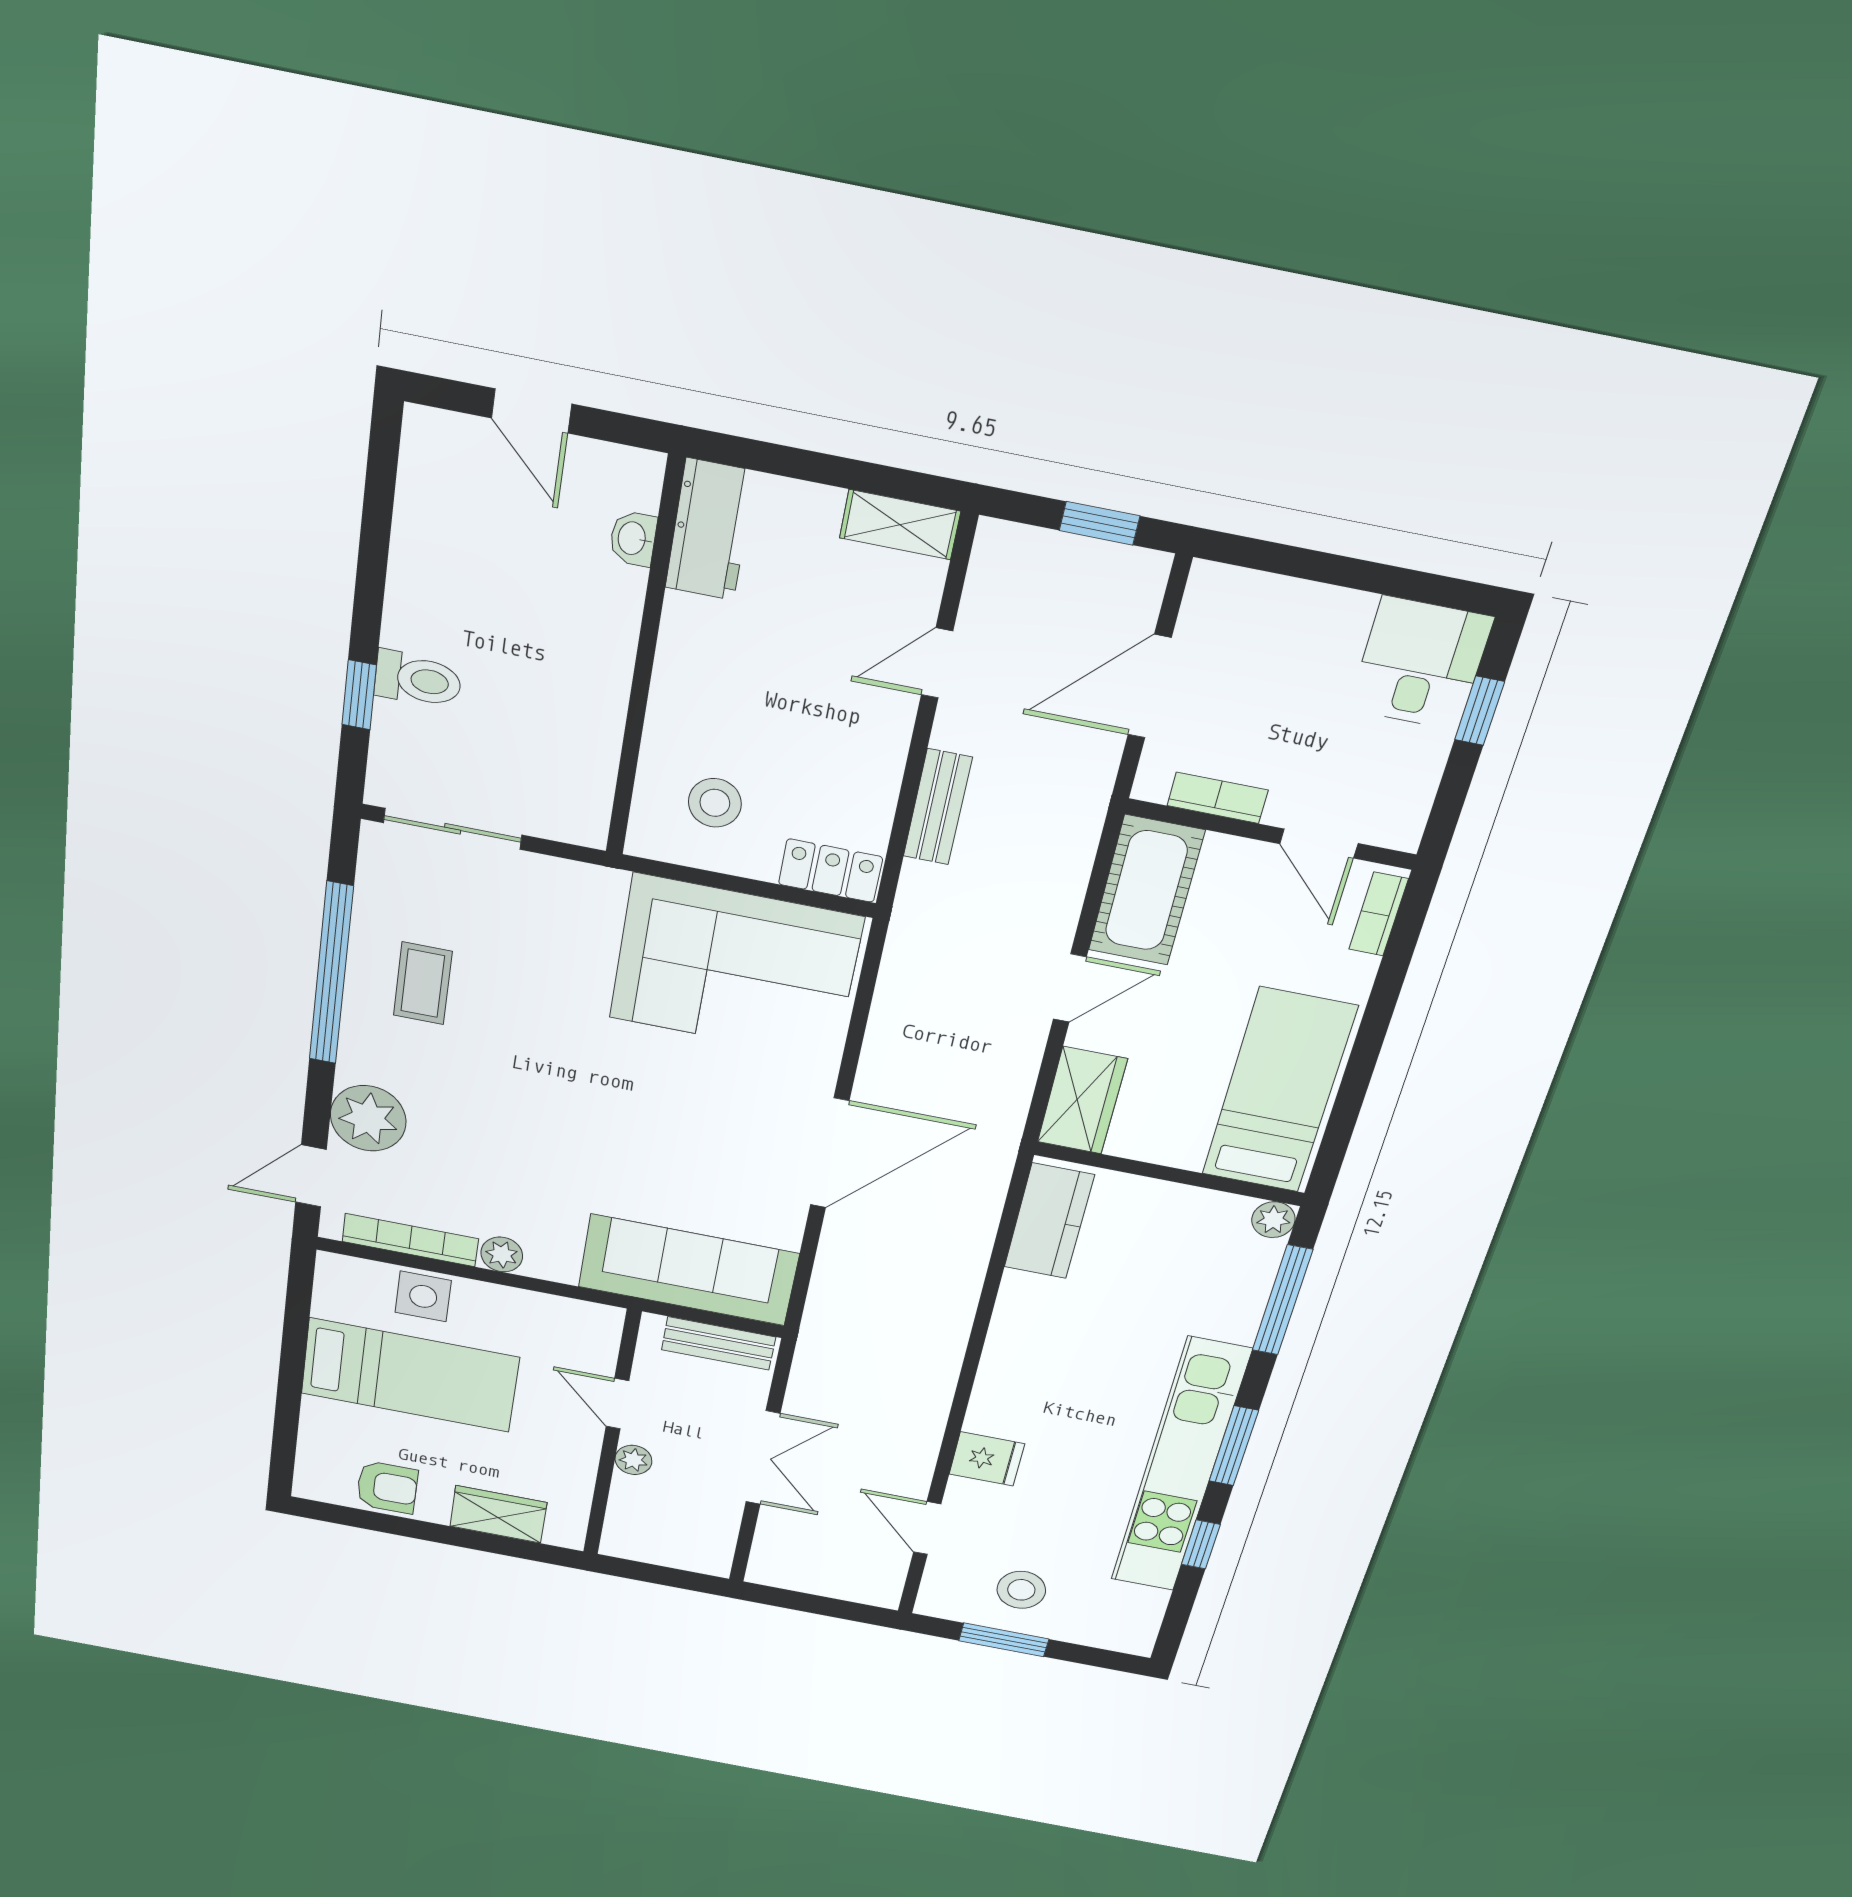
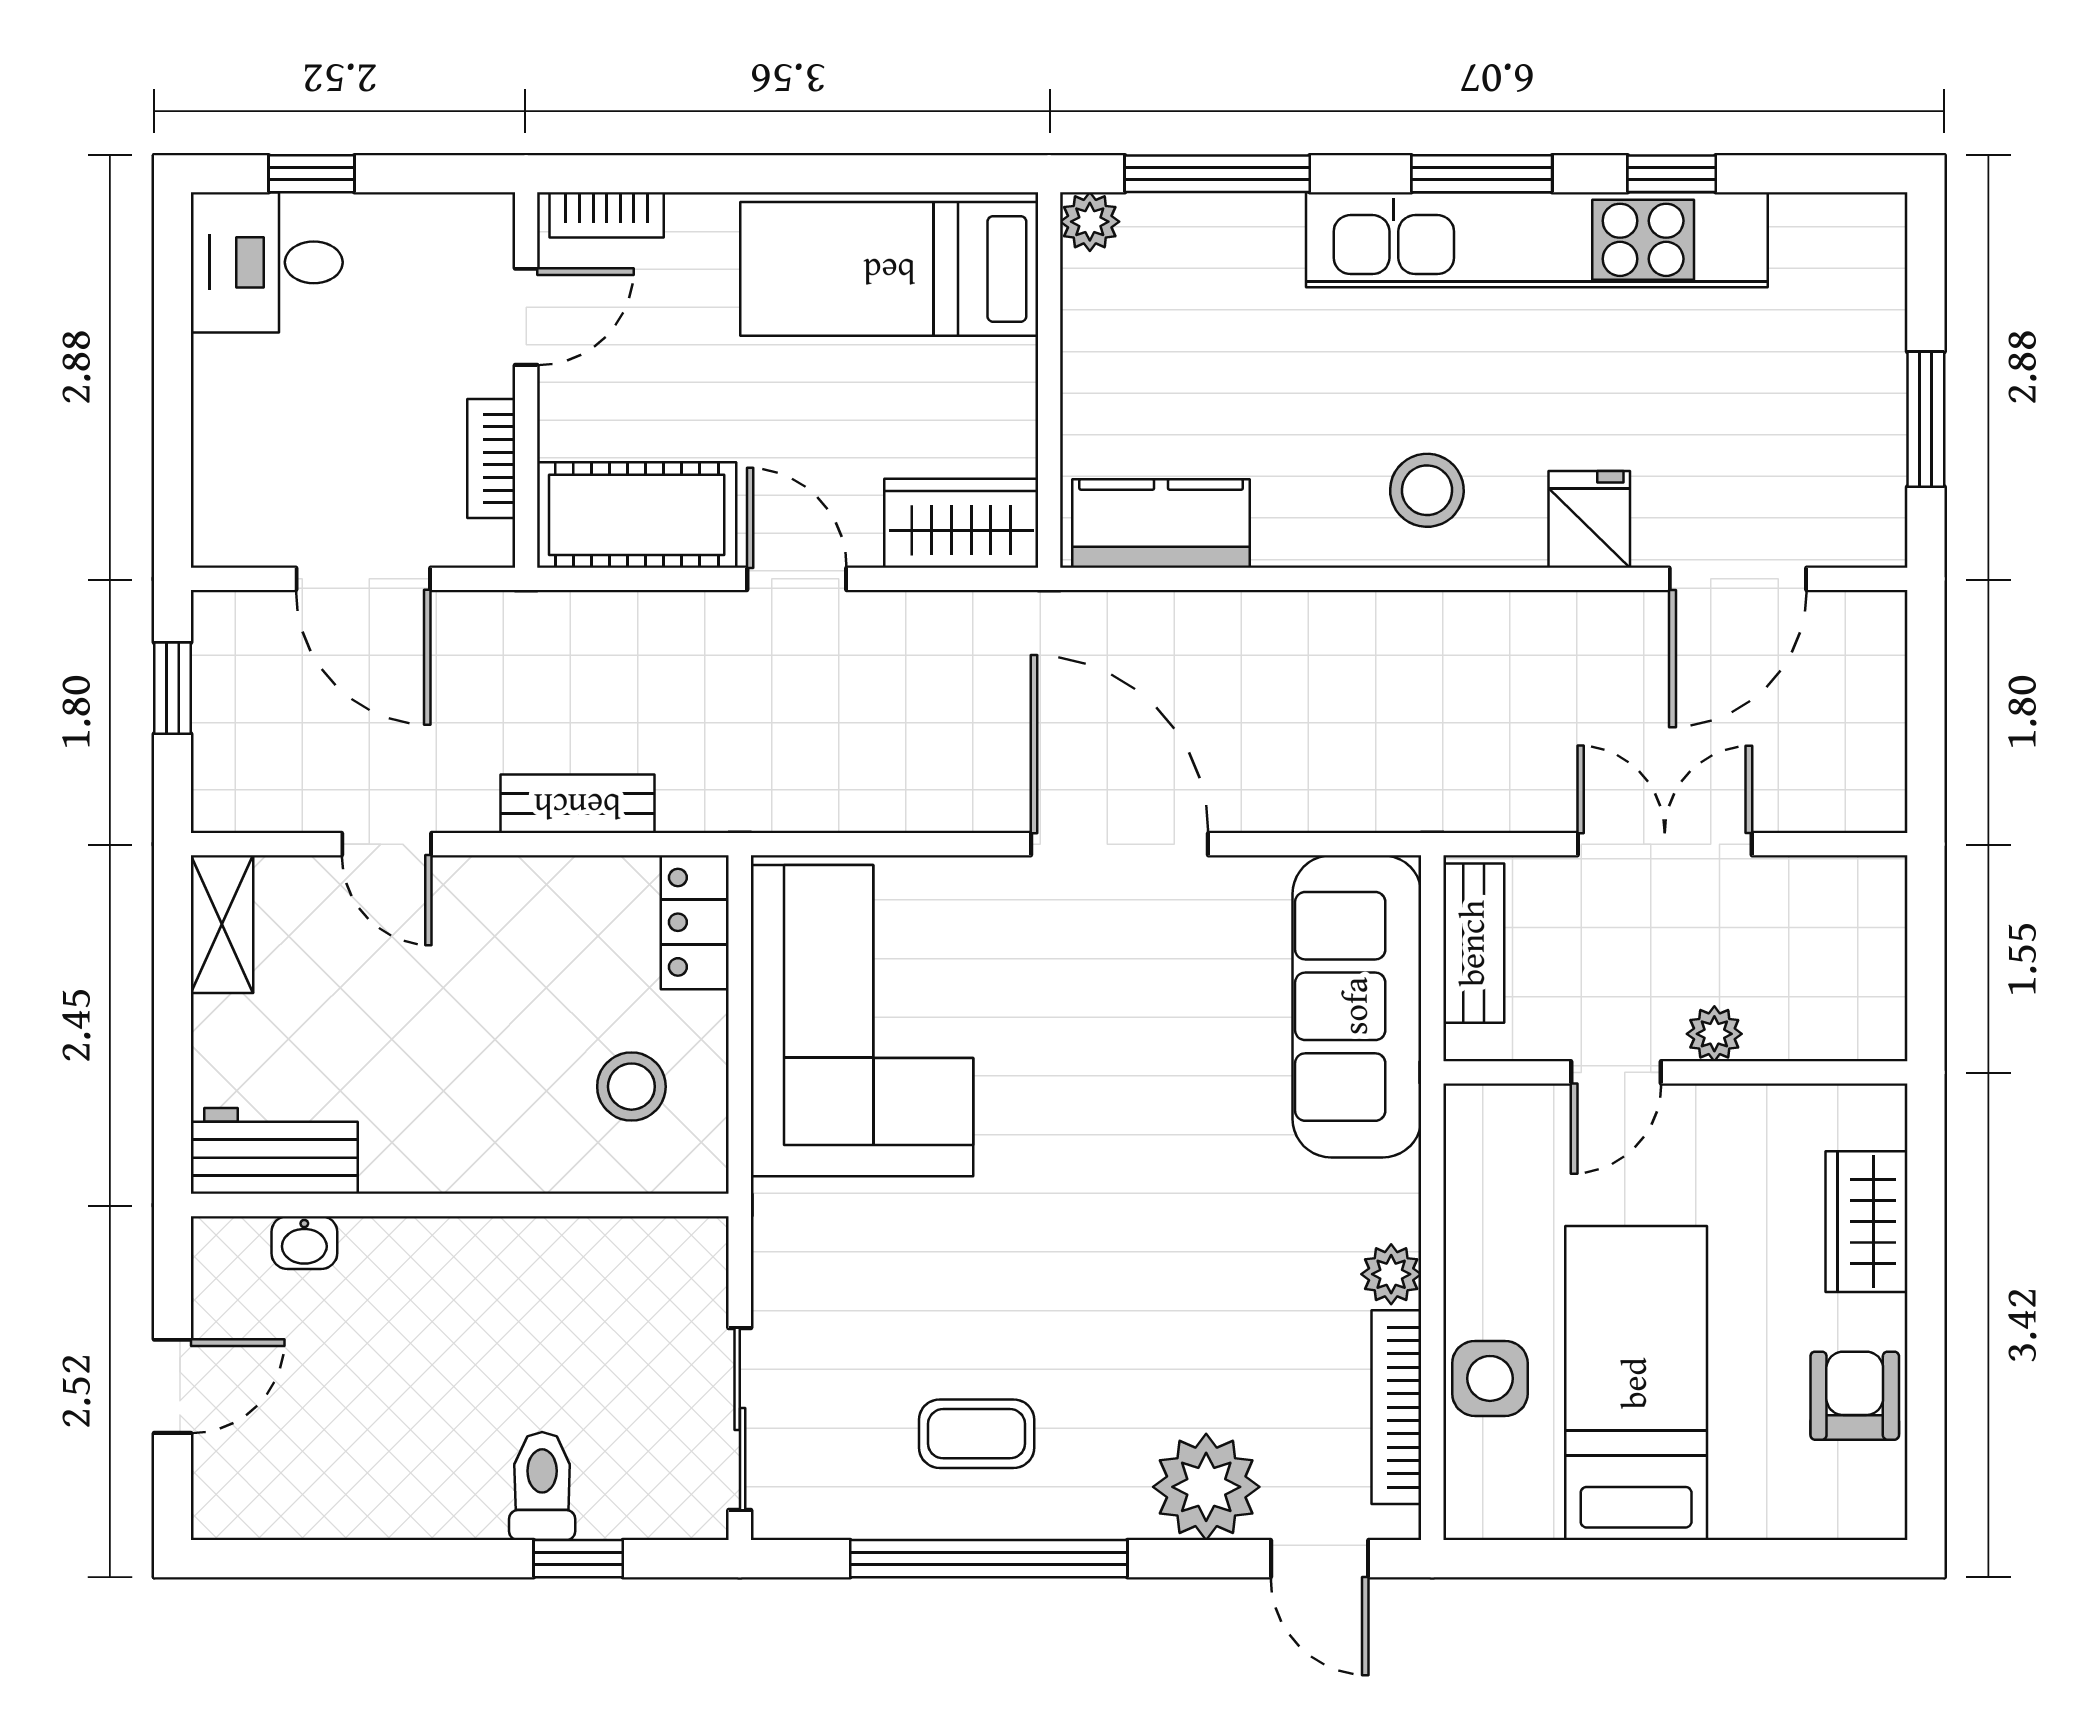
door: (927, 1528) -> (1738, 579), width x1.38
stool: (1021, 1590) -> (1427, 490), moved

